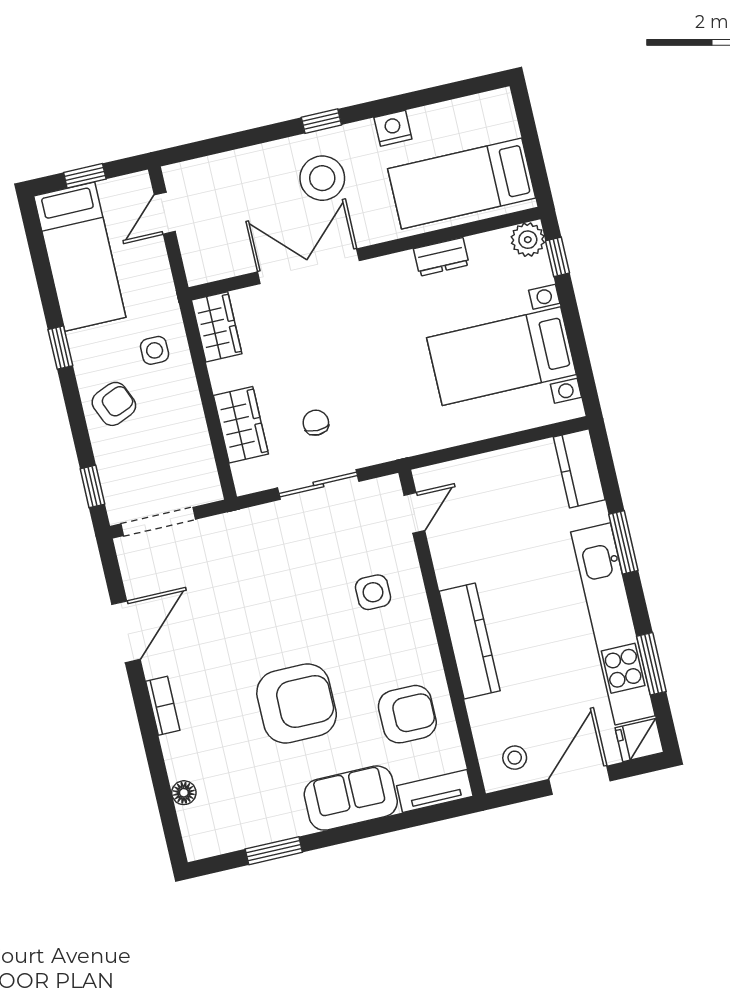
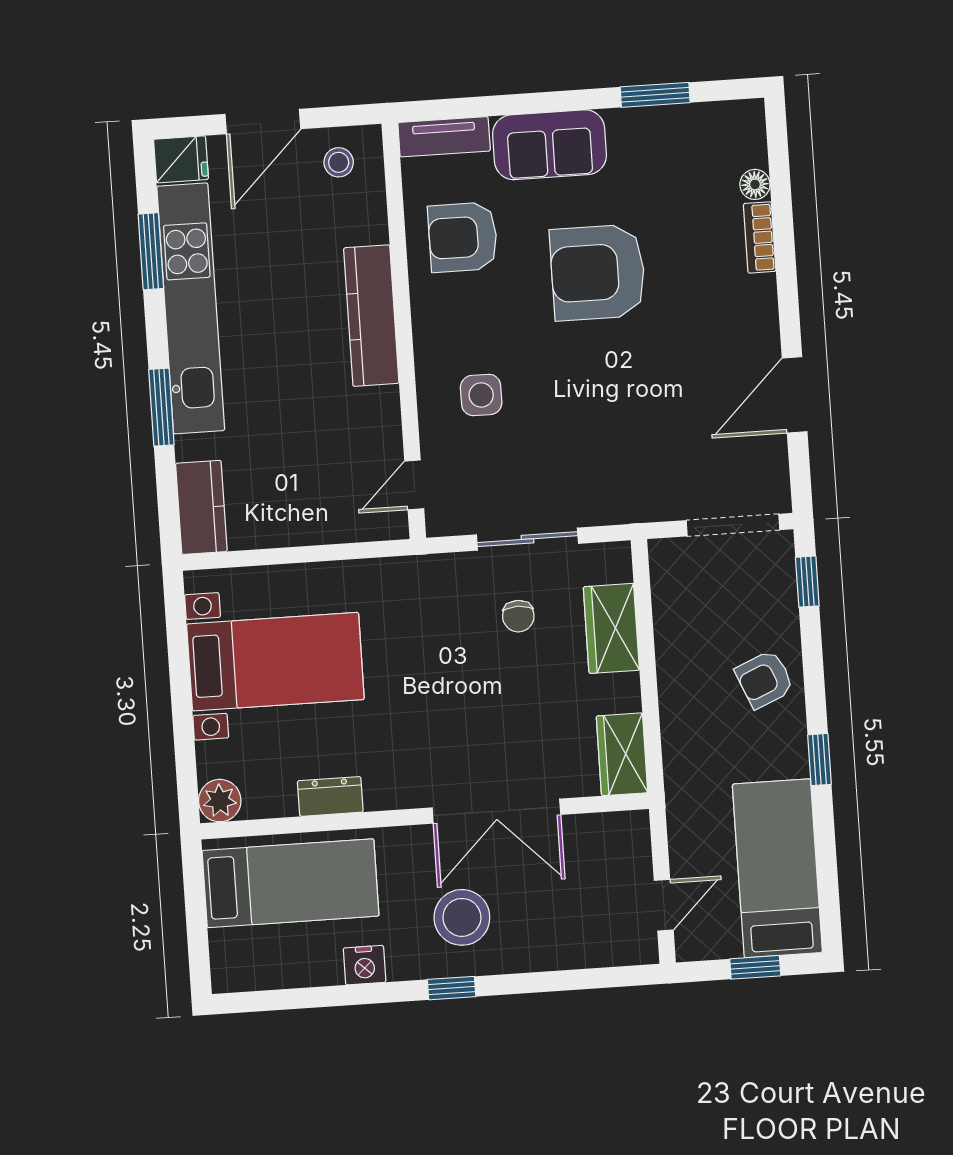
window: (558, 257) -> (186, 773), removed
side table: (155, 350) -> (704, 737), removed
bookcase: (163, 706) -> (760, 237), moved

